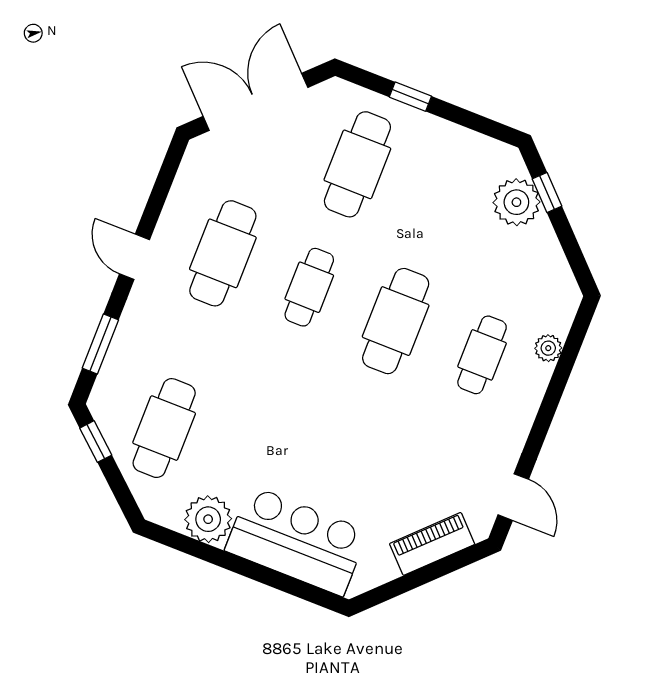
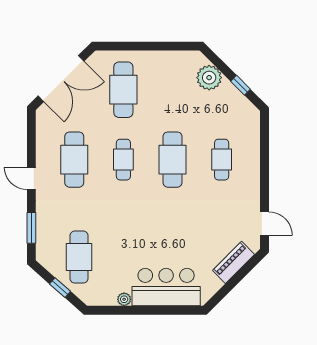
window: (410, 97) -> (136, 46), removed
double door: (255, 102) -> (61, 79), swing flipped
window: (547, 193) -> (240, 85), moved
plant: (548, 348) -> (253, 143), removed
window: (96, 442) -> (60, 288), moved
plant: (208, 519) -> (124, 299), width x0.53, depth x0.53

